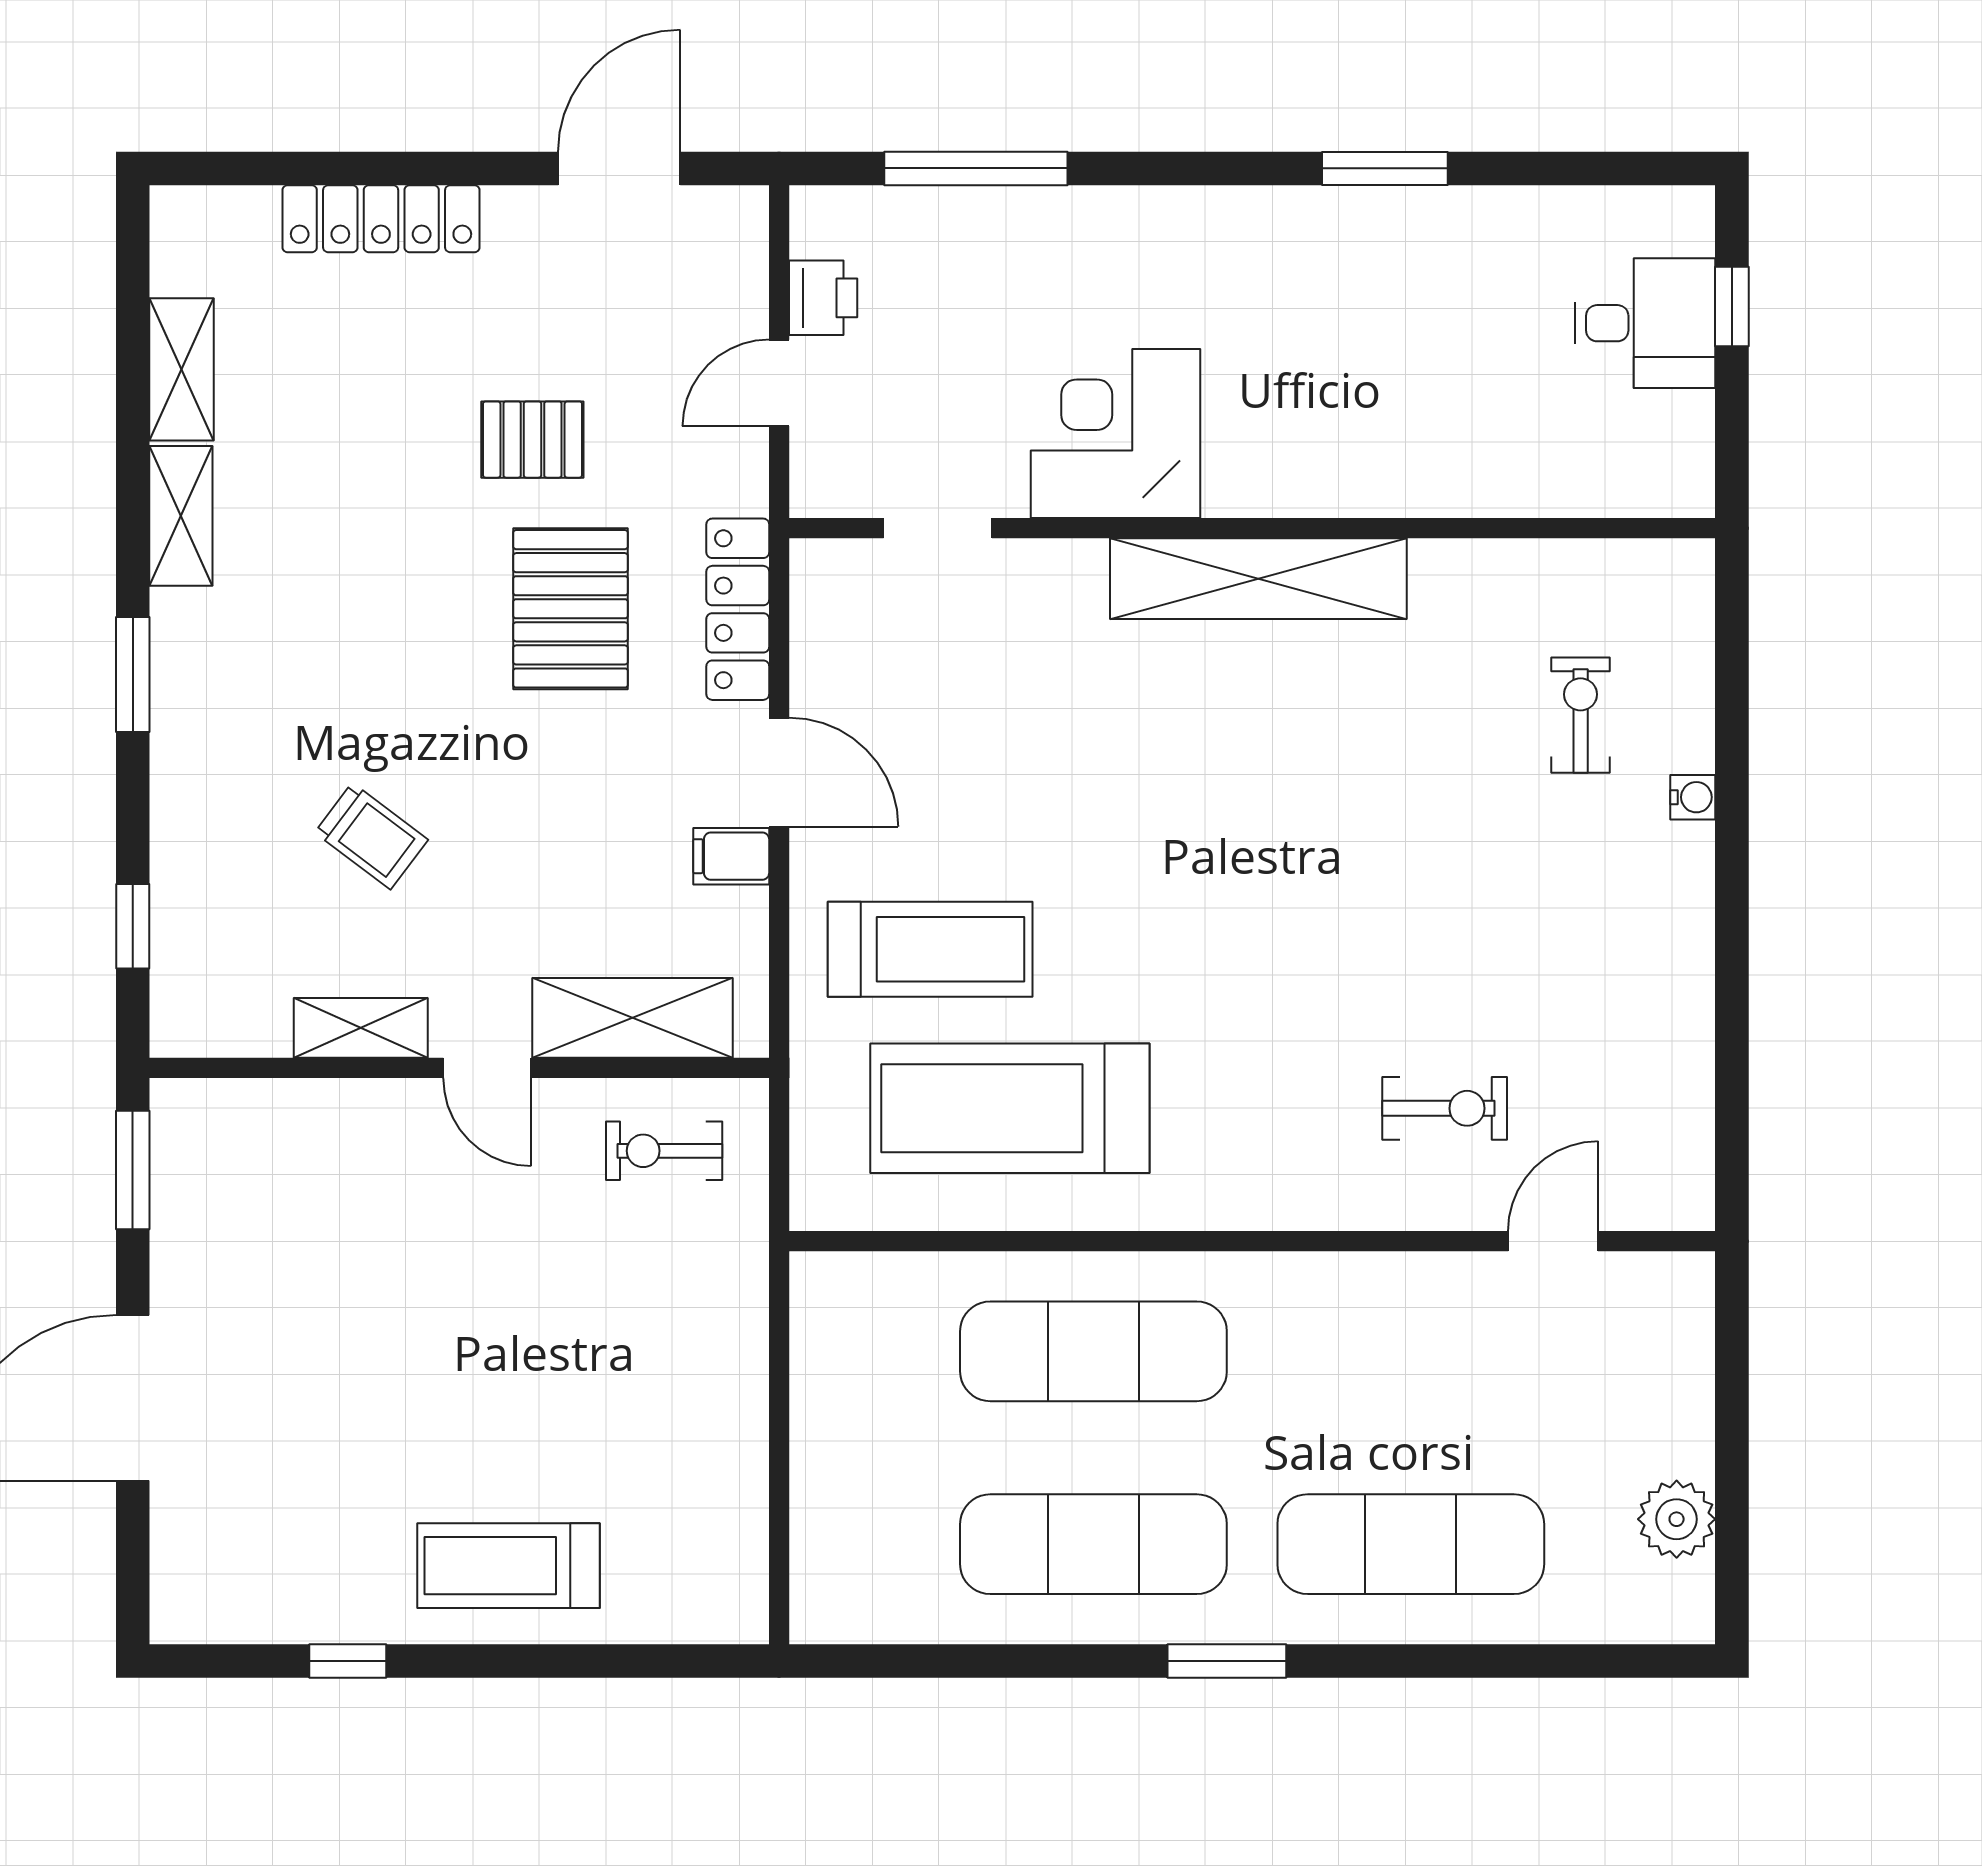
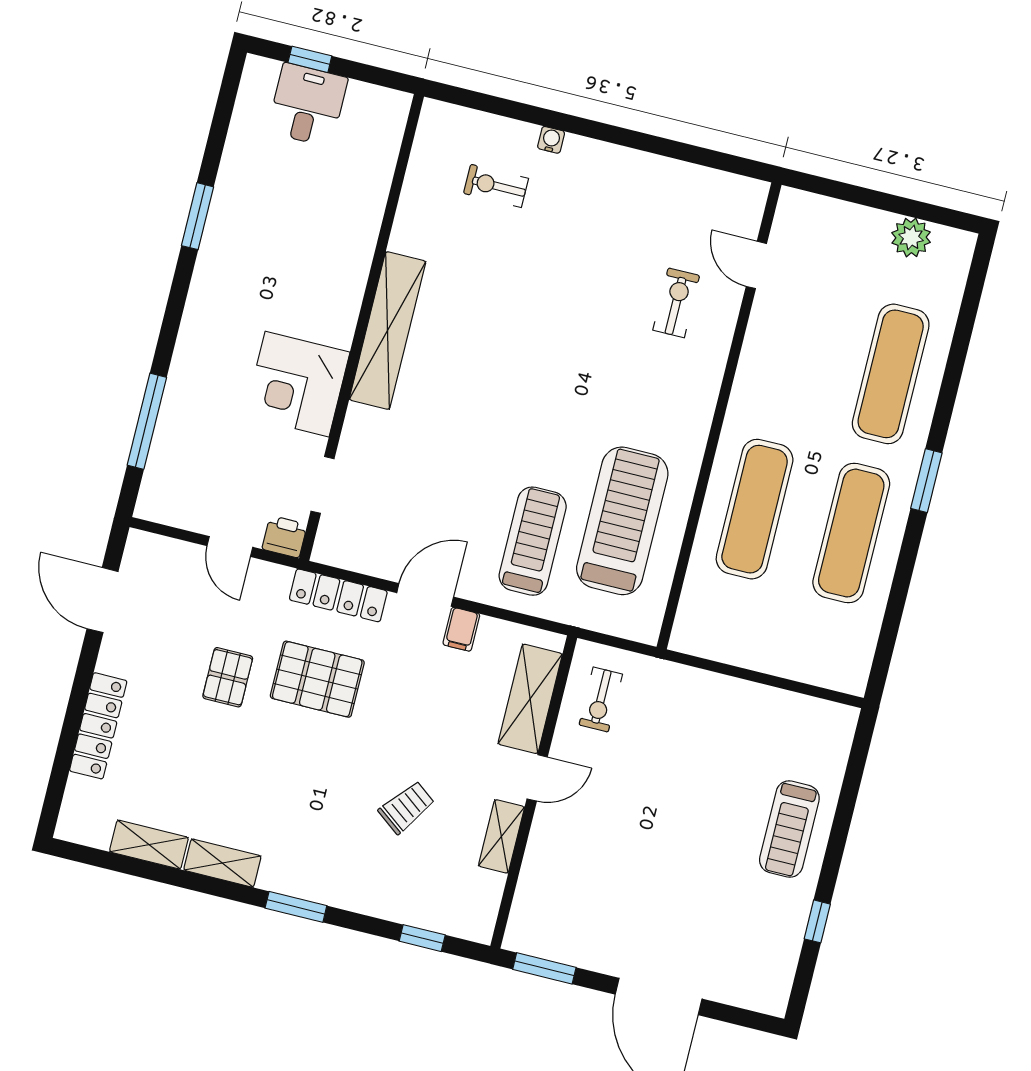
printer: (823, 298) -> (284, 537), moved
treadmill: (1010, 1108) -> (622, 521), turned 180

